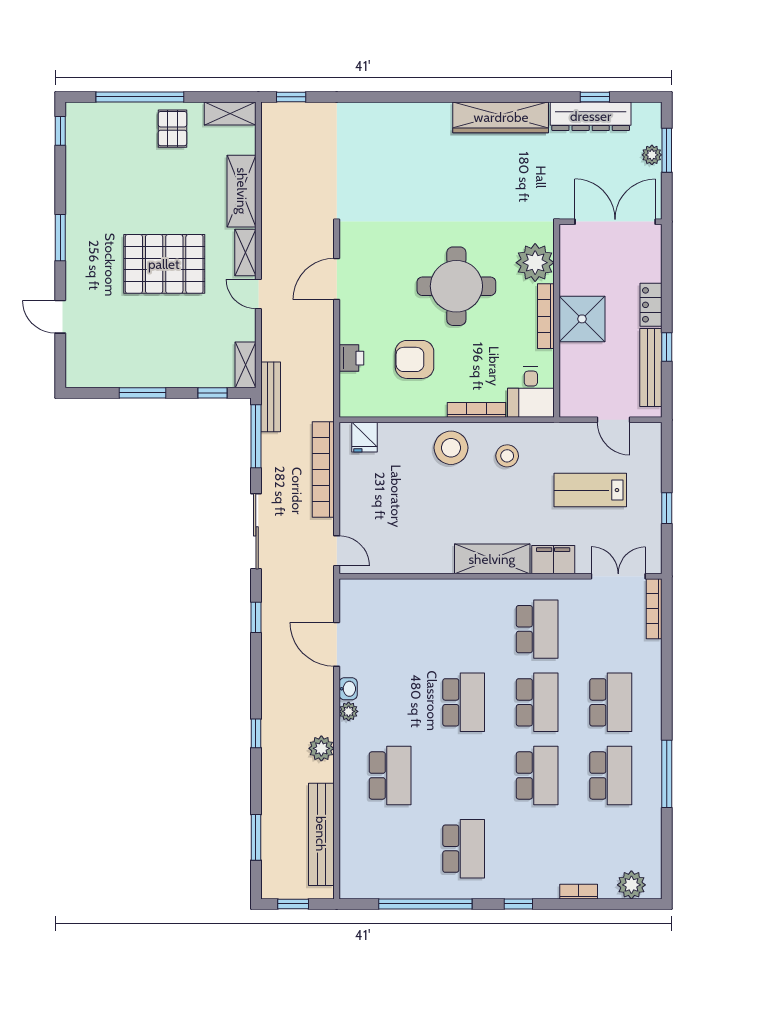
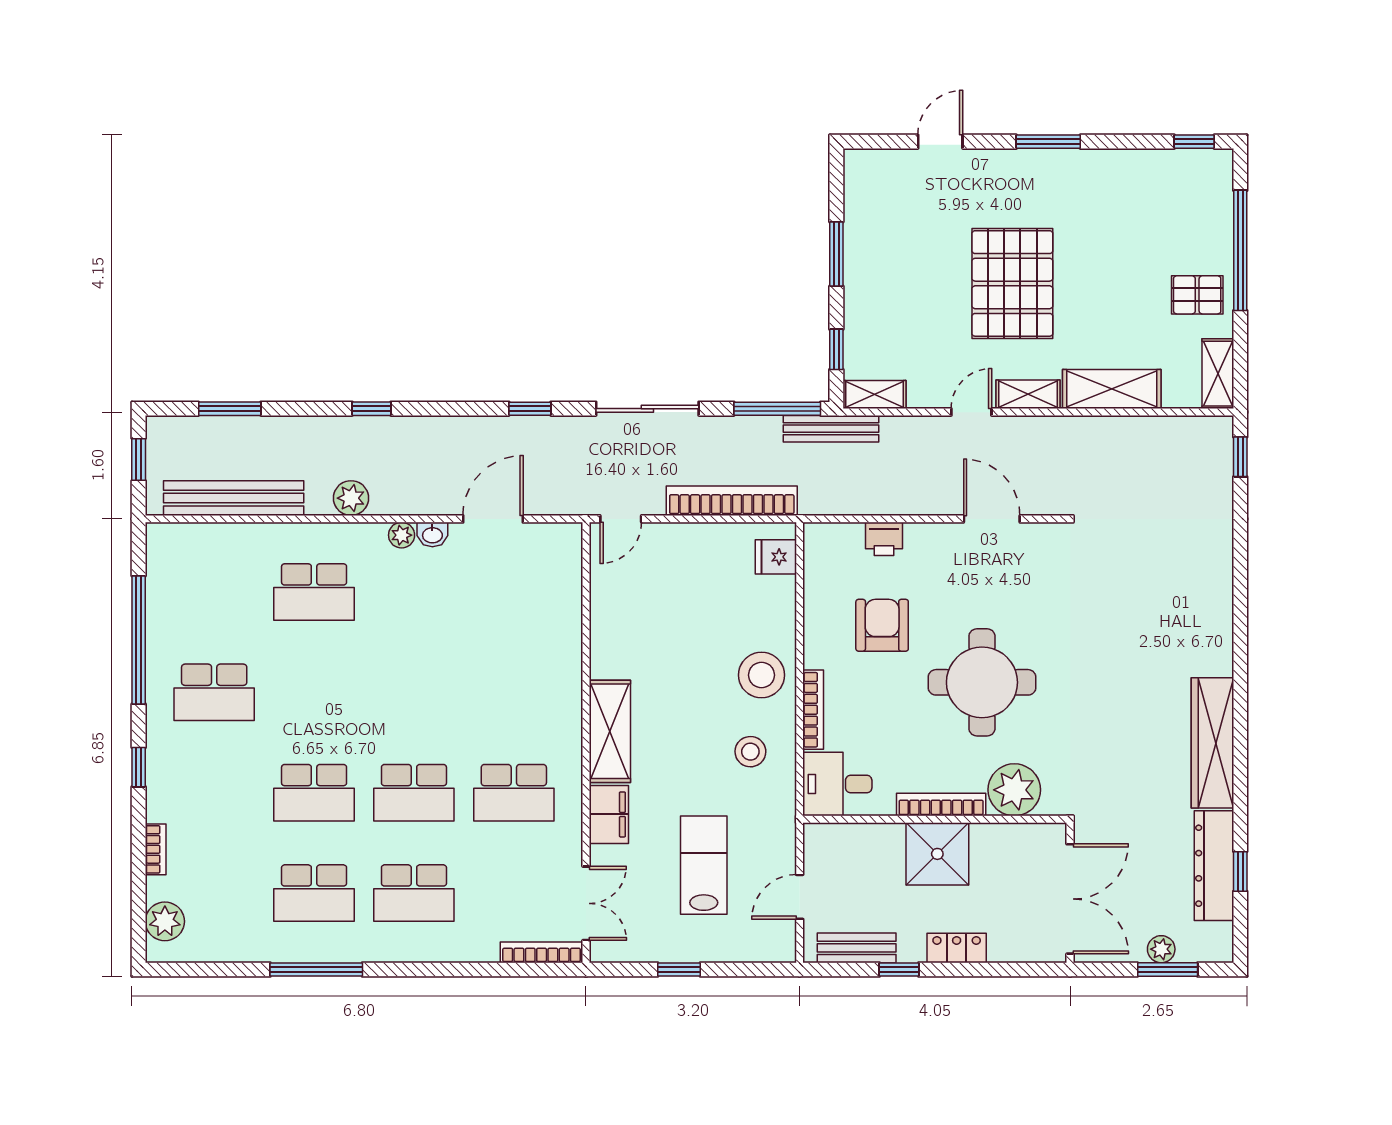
bench: (651, 368) -> (857, 948), width x0.73
school desk: (464, 702) -> (414, 692), removed

